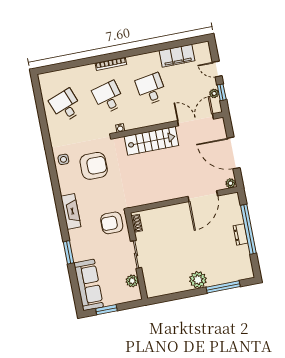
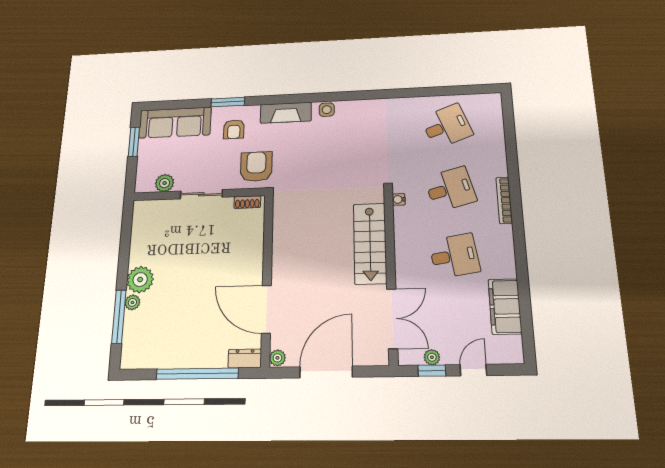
side table: (63, 159) -> (327, 110), moved
armchair: (94, 166) -> (234, 129), moved, width x0.53, depth x0.53
dresser: (240, 234) -> (245, 358), moved
plant: (213, 281) -> (132, 302), added

